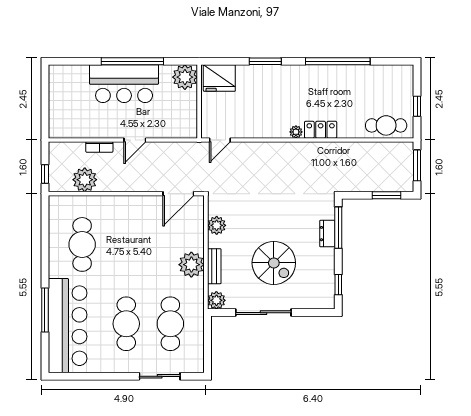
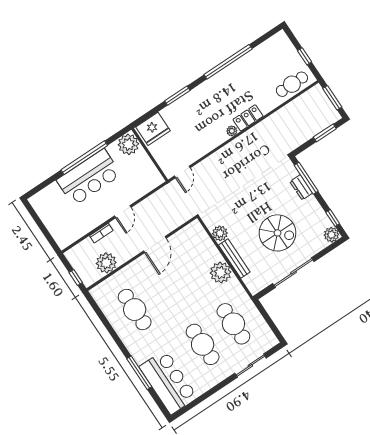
door: (178, 194) -> (155, 245), moved
bench: (214, 266) -> (234, 259), width x1.36
plant: (216, 300) -> (331, 235), moved
bar counter: (68, 326) -> (168, 382), width x0.73

